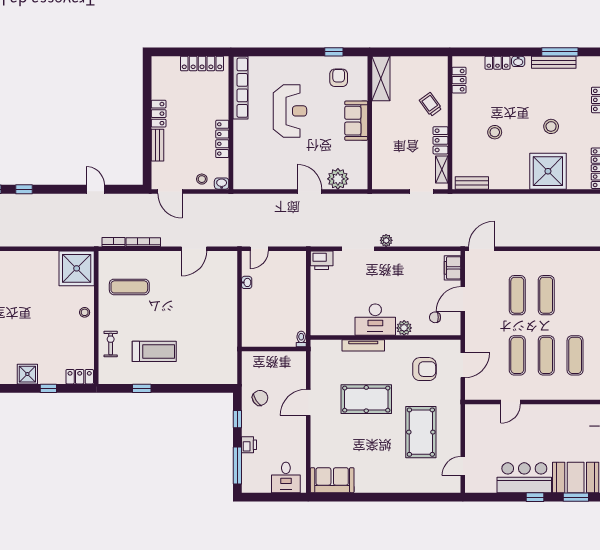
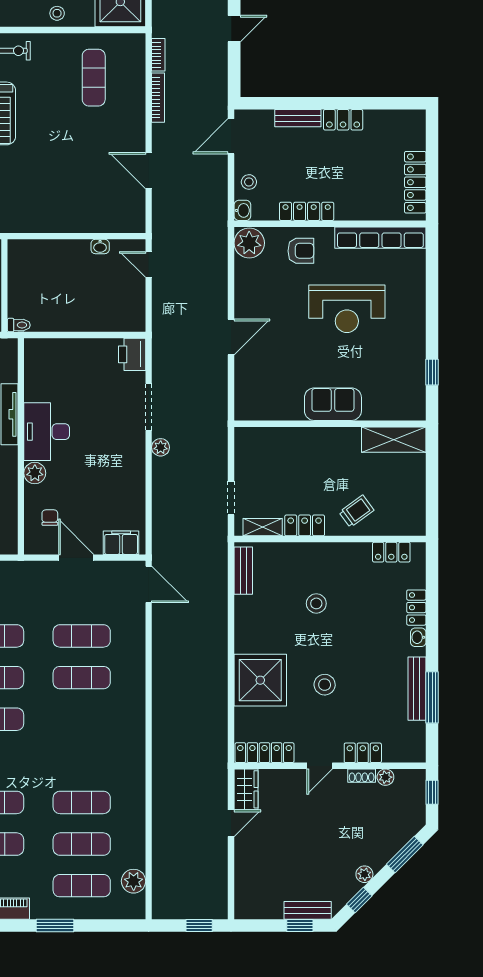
armchair: (339, 78) -> (301, 251), moved
plant: (338, 179) -> (249, 243), moved

